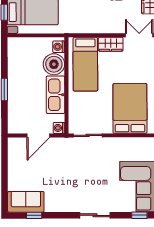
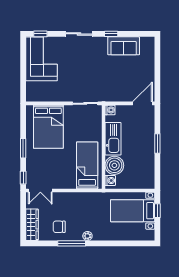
wardrobe: (111, 44) -> (65, 183), removed
door: (38, 136) -> (143, 103), moved
sofa: (26, 202) -> (124, 46), moved
window: (34, 215) -> (111, 34), moved

